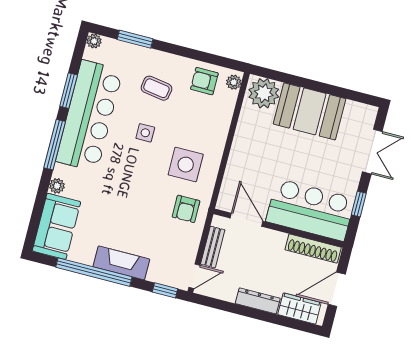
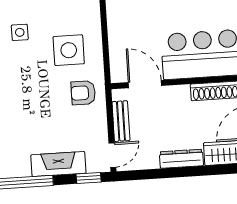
armchair: (186, 209) -> (83, 93), turned 90
fireplace: (121, 263) -> (58, 164), moved

